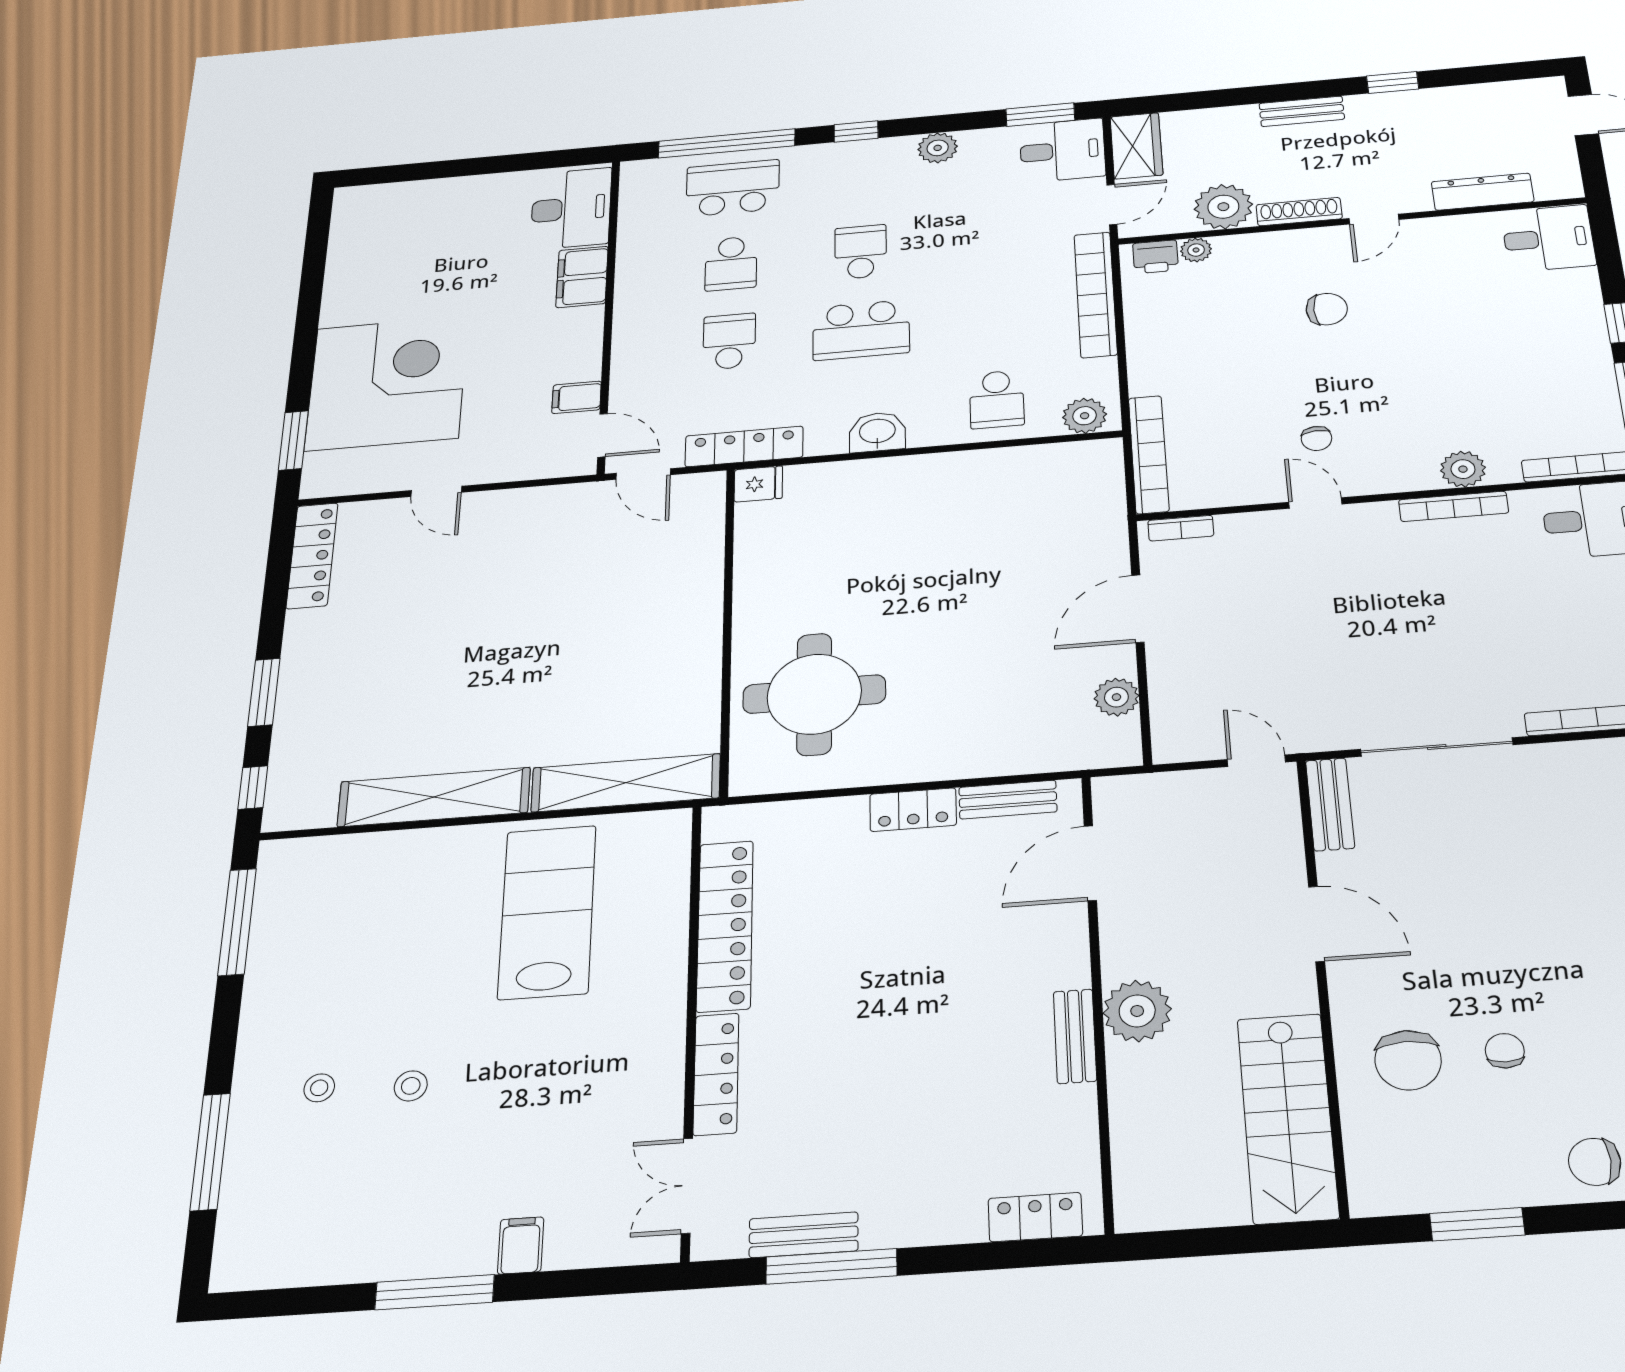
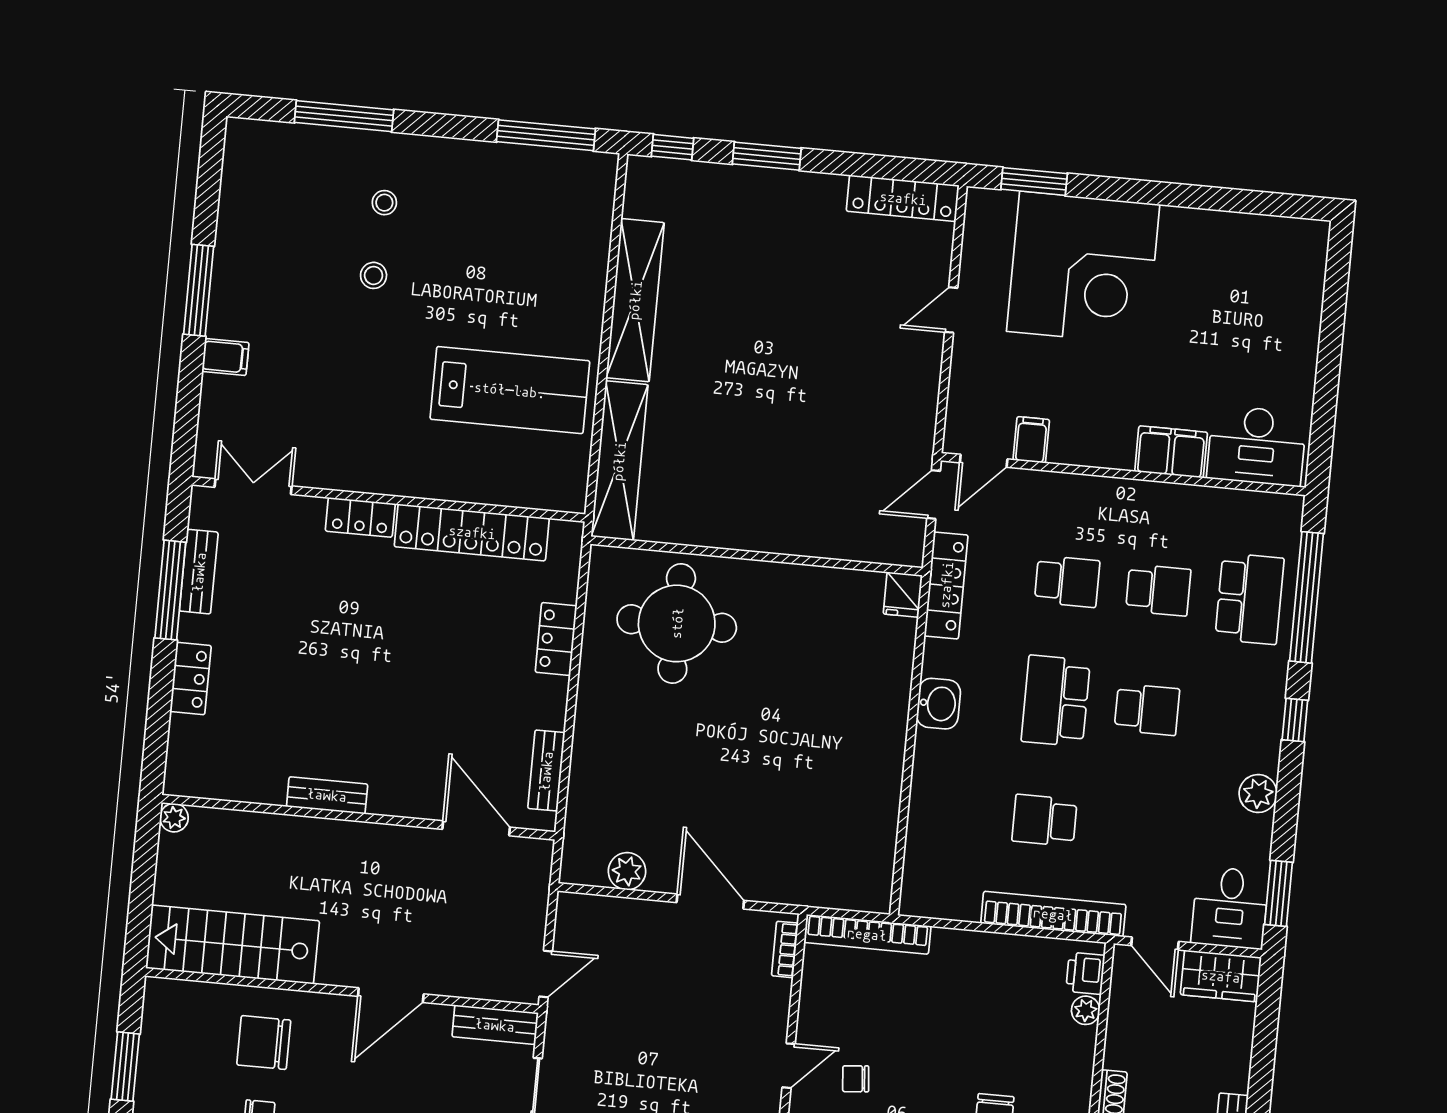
plant: (1223, 207) -> (1131, 1043), removed
school desk: (731, 263) -> (1158, 590), turned 180
school desk: (997, 399) -> (1044, 820), moved
plant: (1085, 416) -> (920, 885), removed
locker: (913, 810) -> (556, 639), moved
plant: (1137, 1011) -> (174, 818), moved, width x0.53, depth x0.53
locker: (716, 1074) -> (360, 517), width x0.66
locker: (1035, 1217) -> (191, 679), moved

